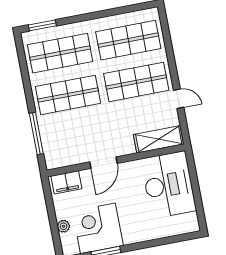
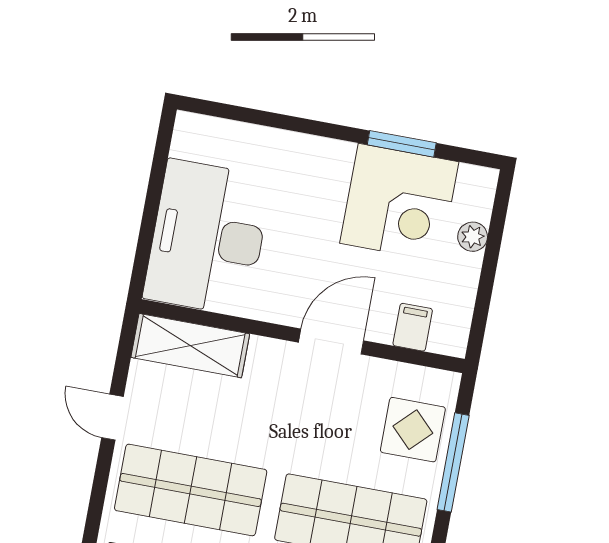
display table: (57, 140) -> (413, 430), added
filing cabinet: (66, 182) -> (413, 327), width x0.50

